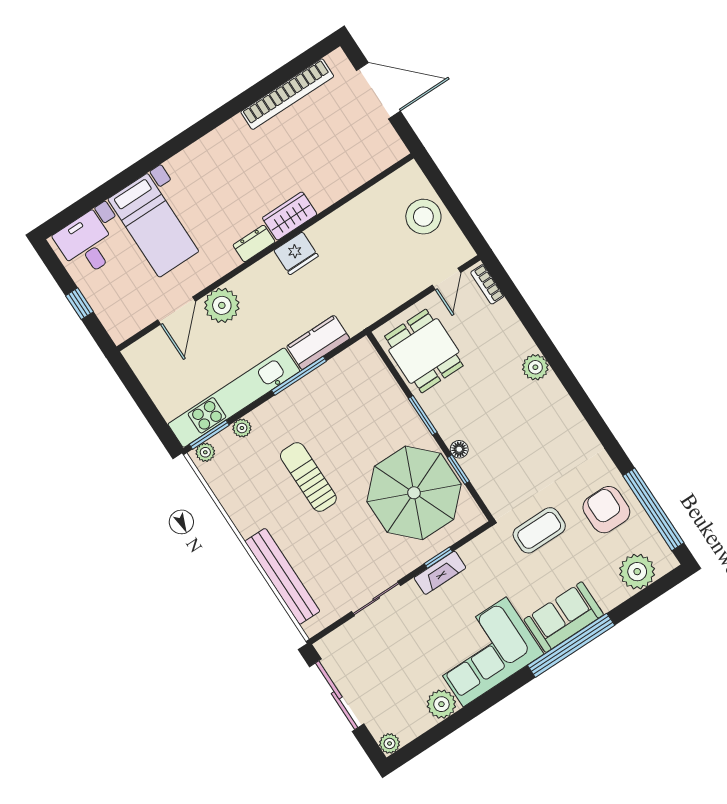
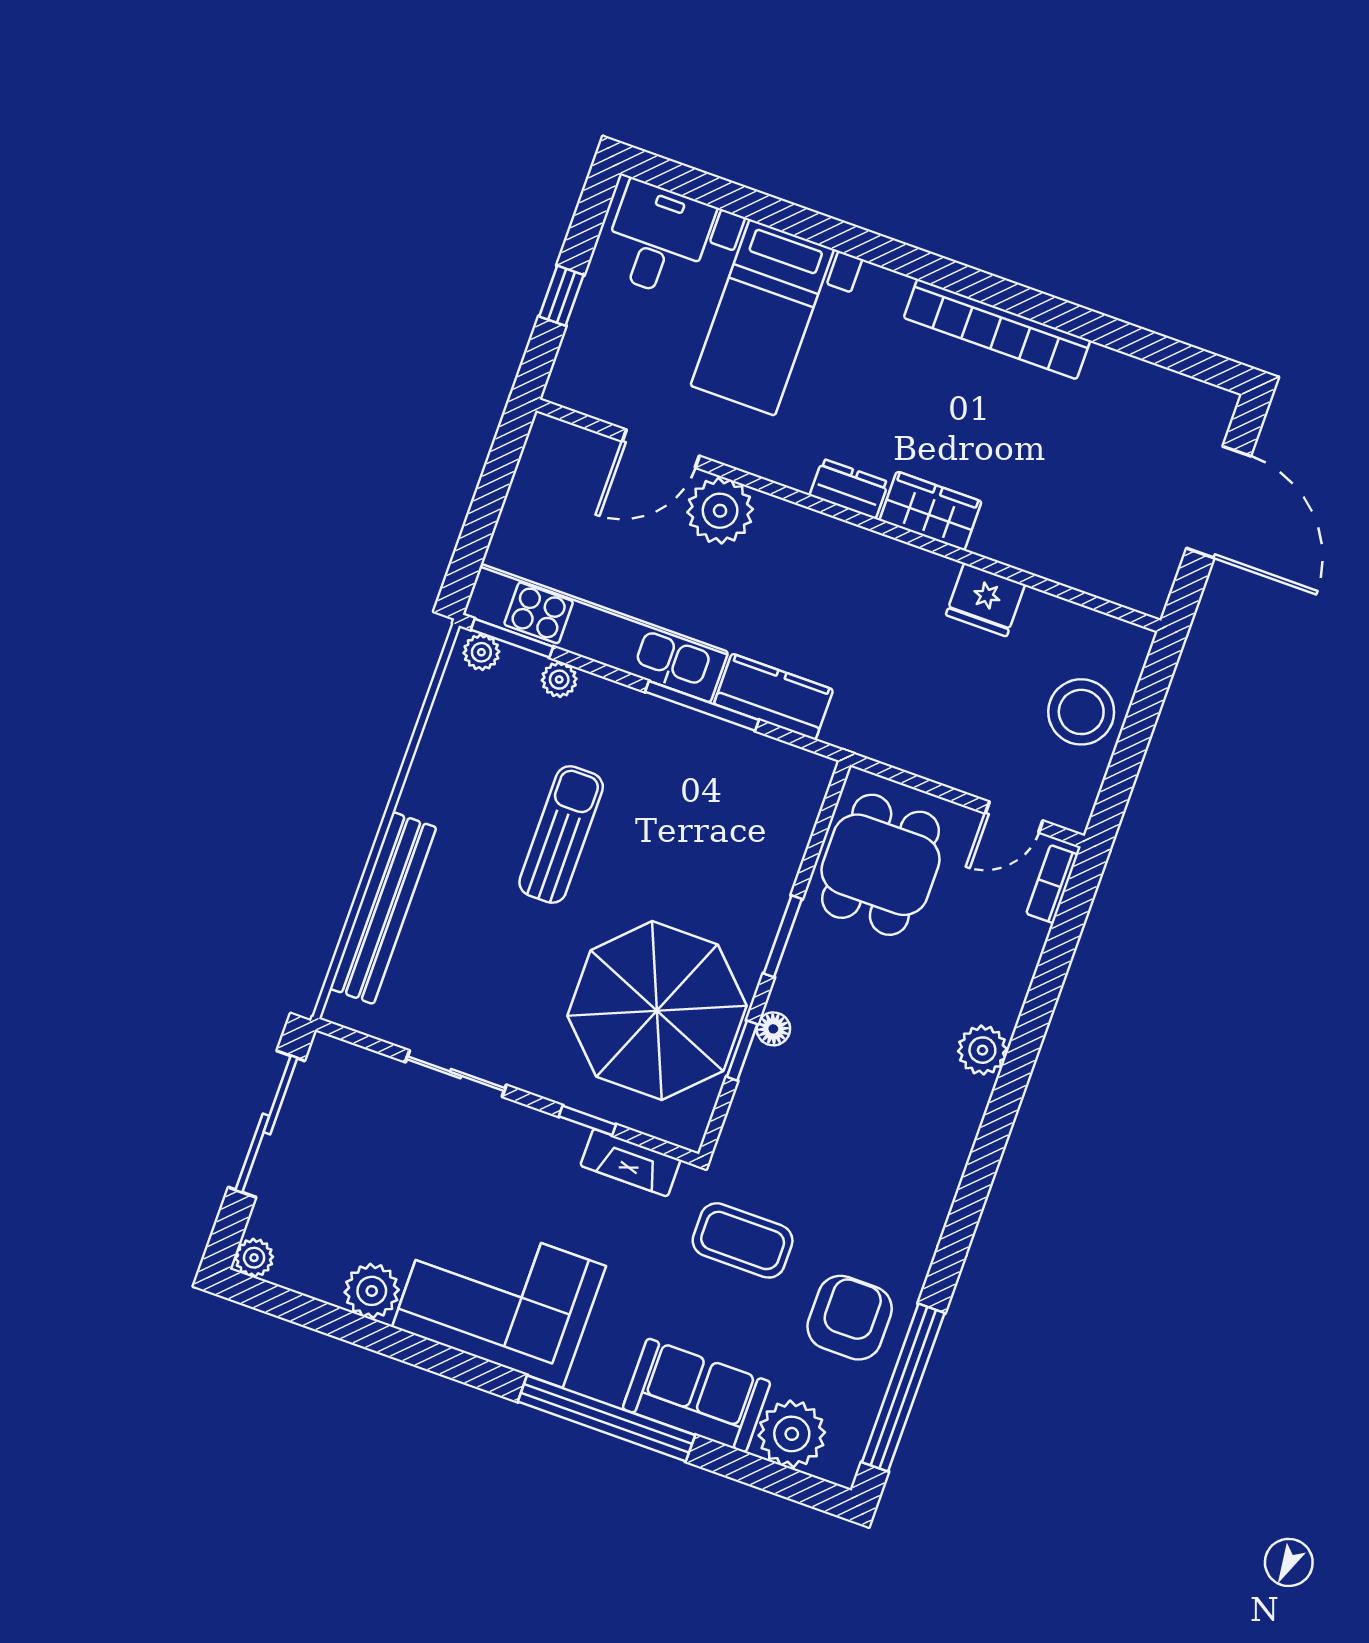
bookcase: (287, 94) -> (997, 329), moved
fridge: (296, 253) -> (985, 600), moved
fireplace: (440, 573) -> (630, 1163), moved
sofa: (564, 617) -> (697, 1395), moved

